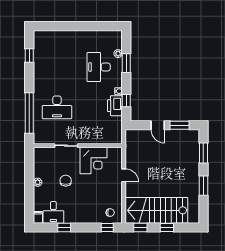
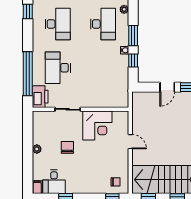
window: (126, 63) -> (133, 36), moved
desk: (57, 67) -> (58, 24), added
desk: (99, 67) -> (103, 24), turned 180
printer: (115, 106) -> (40, 97), moved, turned 180
desk: (57, 107) -> (58, 68), turned 90
door: (158, 125) -> (167, 87), hinge flipped

